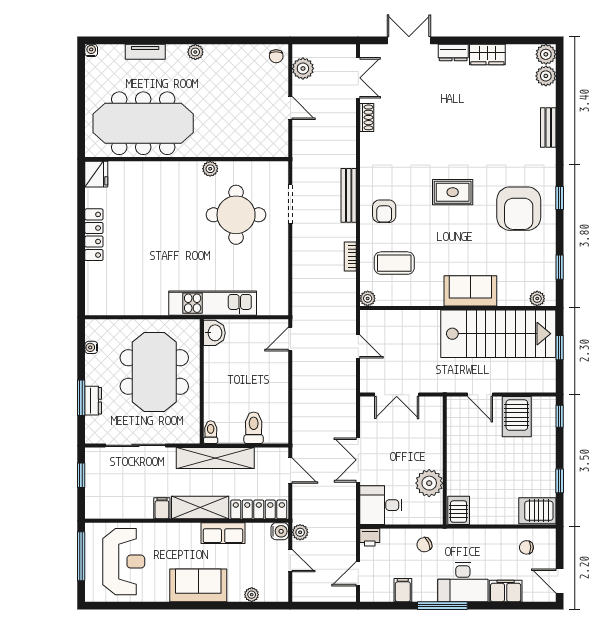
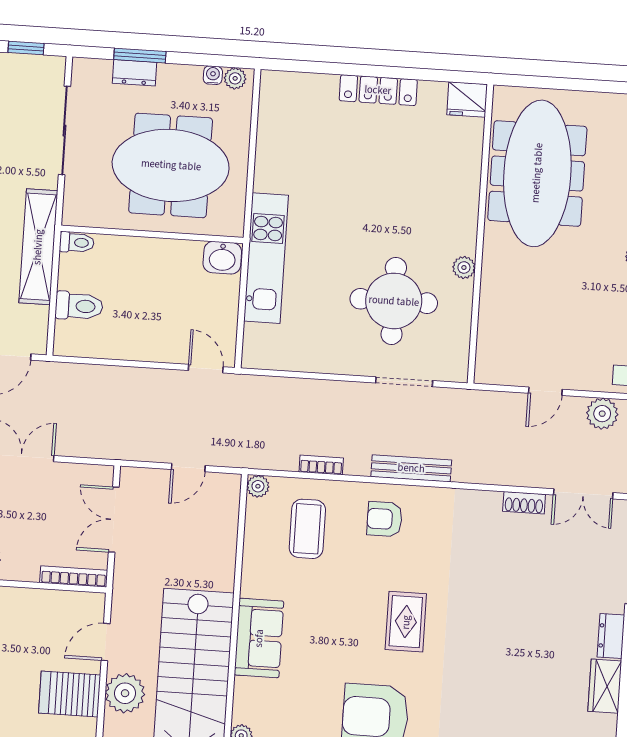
plant: (92, 332) -> (235, 78), added
plant: (514, 379) -> (125, 693), added
bookcase: (437, 419) -> (74, 577), added

